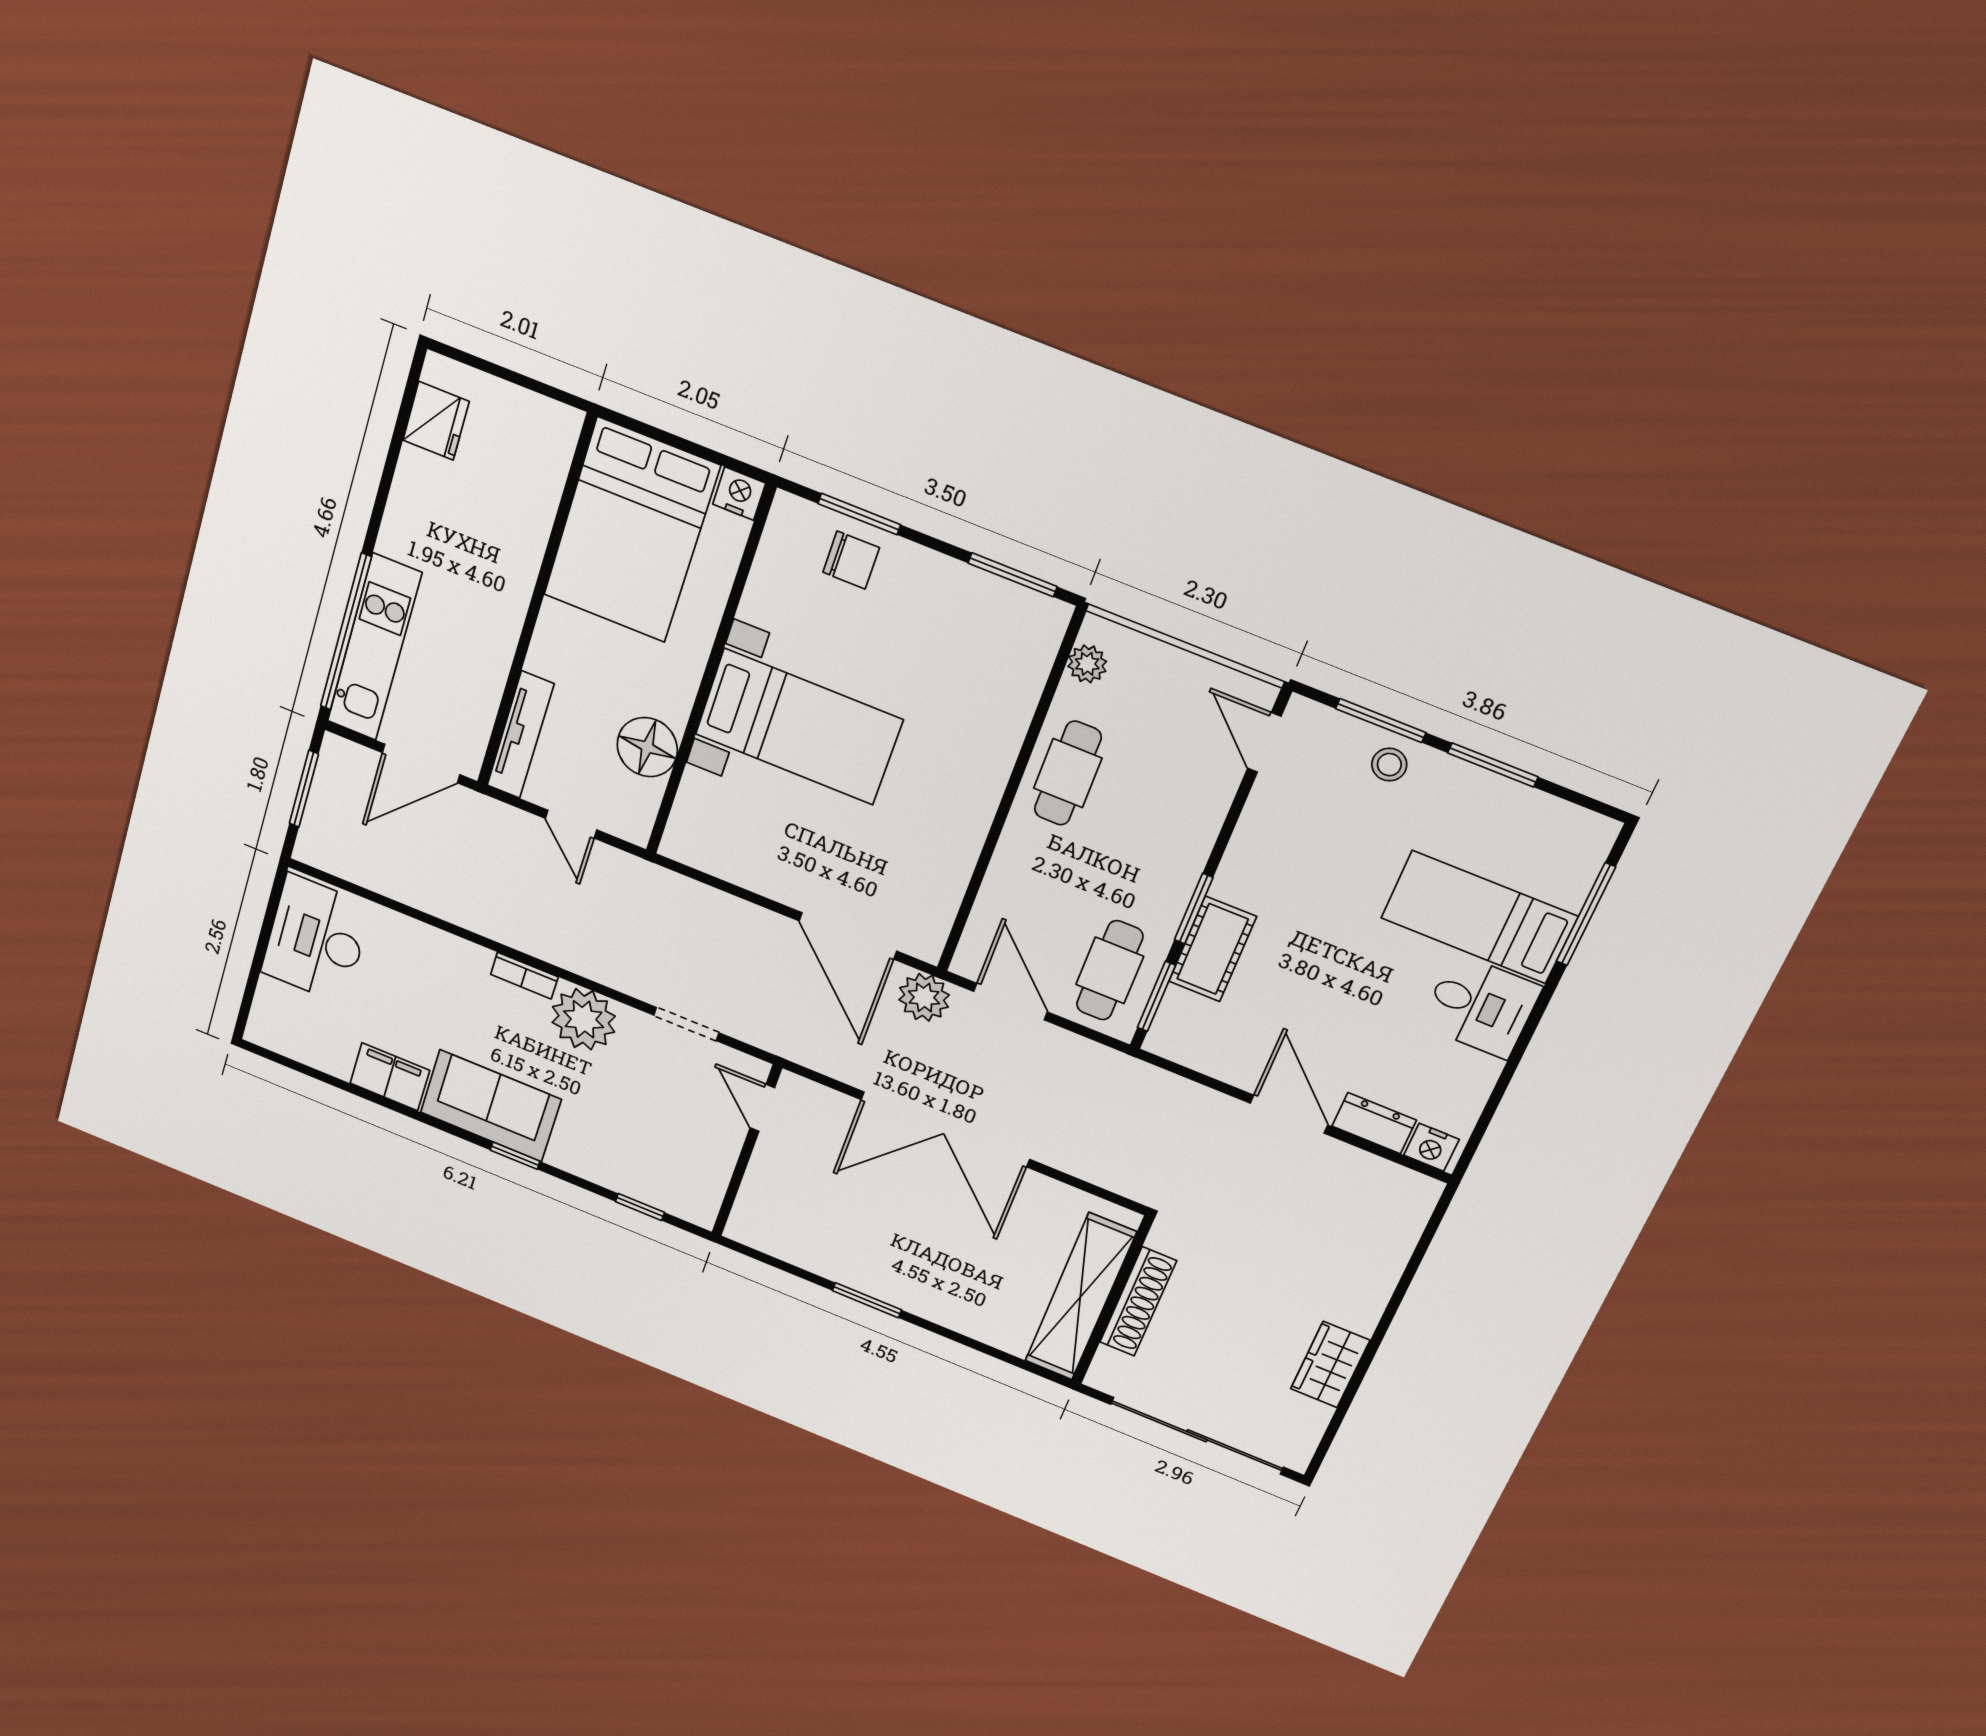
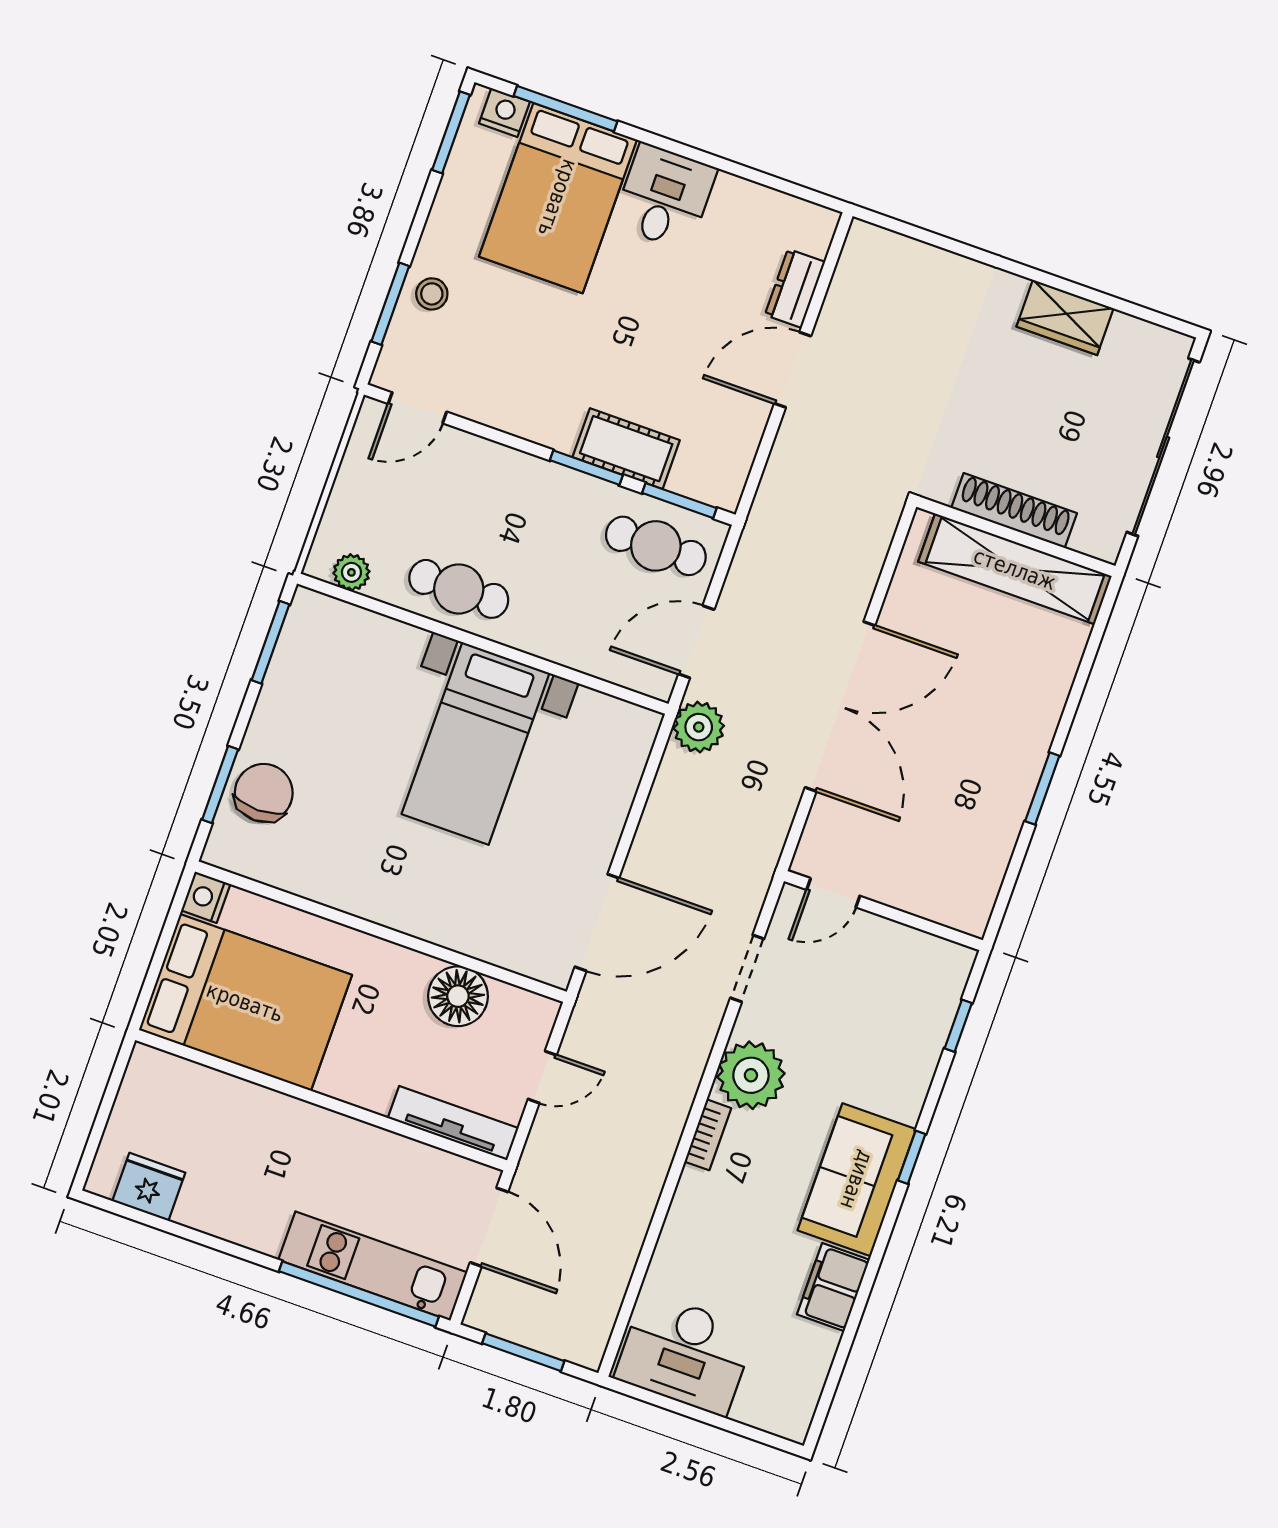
chair: (851, 560) -> (264, 793), width x1.37, depth x1.37
bed with nightstands: (799, 727) -> (475, 744), moved, turned 180
window: (1493, 765) -> (451, 132), moved
bed: (1479, 917) -> (558, 198), width x1.50
door: (848, 936) -> (597, 922), moved
nightstand: (1431, 1147) -> (504, 113), moved, turned -90

